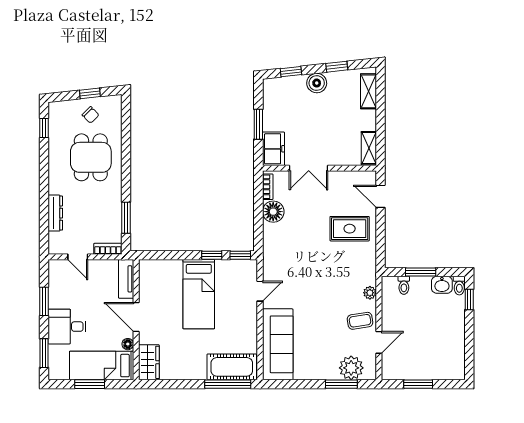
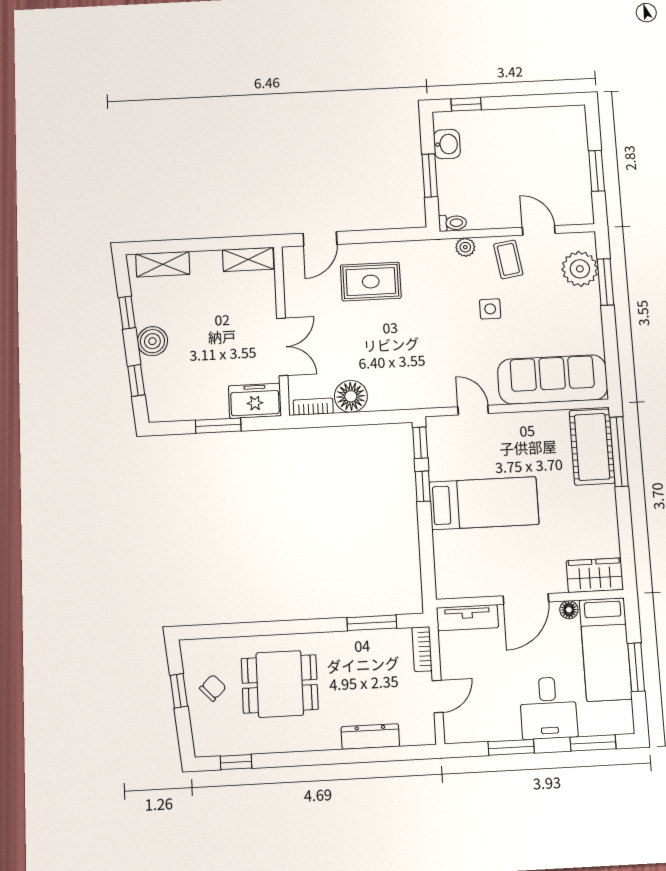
rug: (350, 229) -> (371, 282), turned 90
toilet: (404, 285) -> (453, 223), moved
toilet: (459, 286) -> (447, 119), removed
side table: (327, 307) -> (490, 309), added

